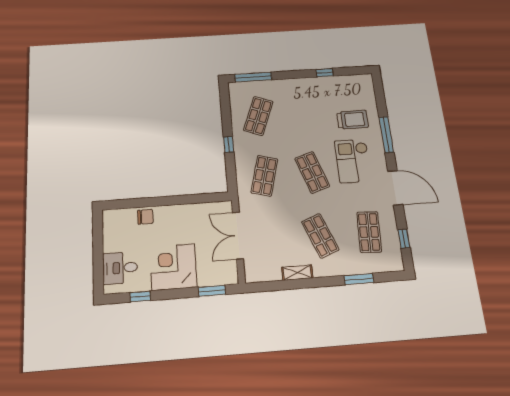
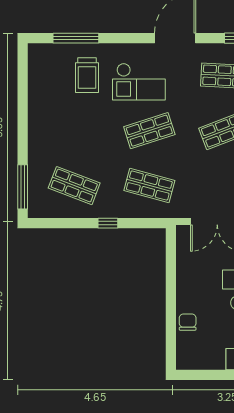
window: (325, 73) -> (23, 100), removed
trolley: (353, 120) -> (87, 75), turned 180
window: (386, 135) -> (76, 38), moved

